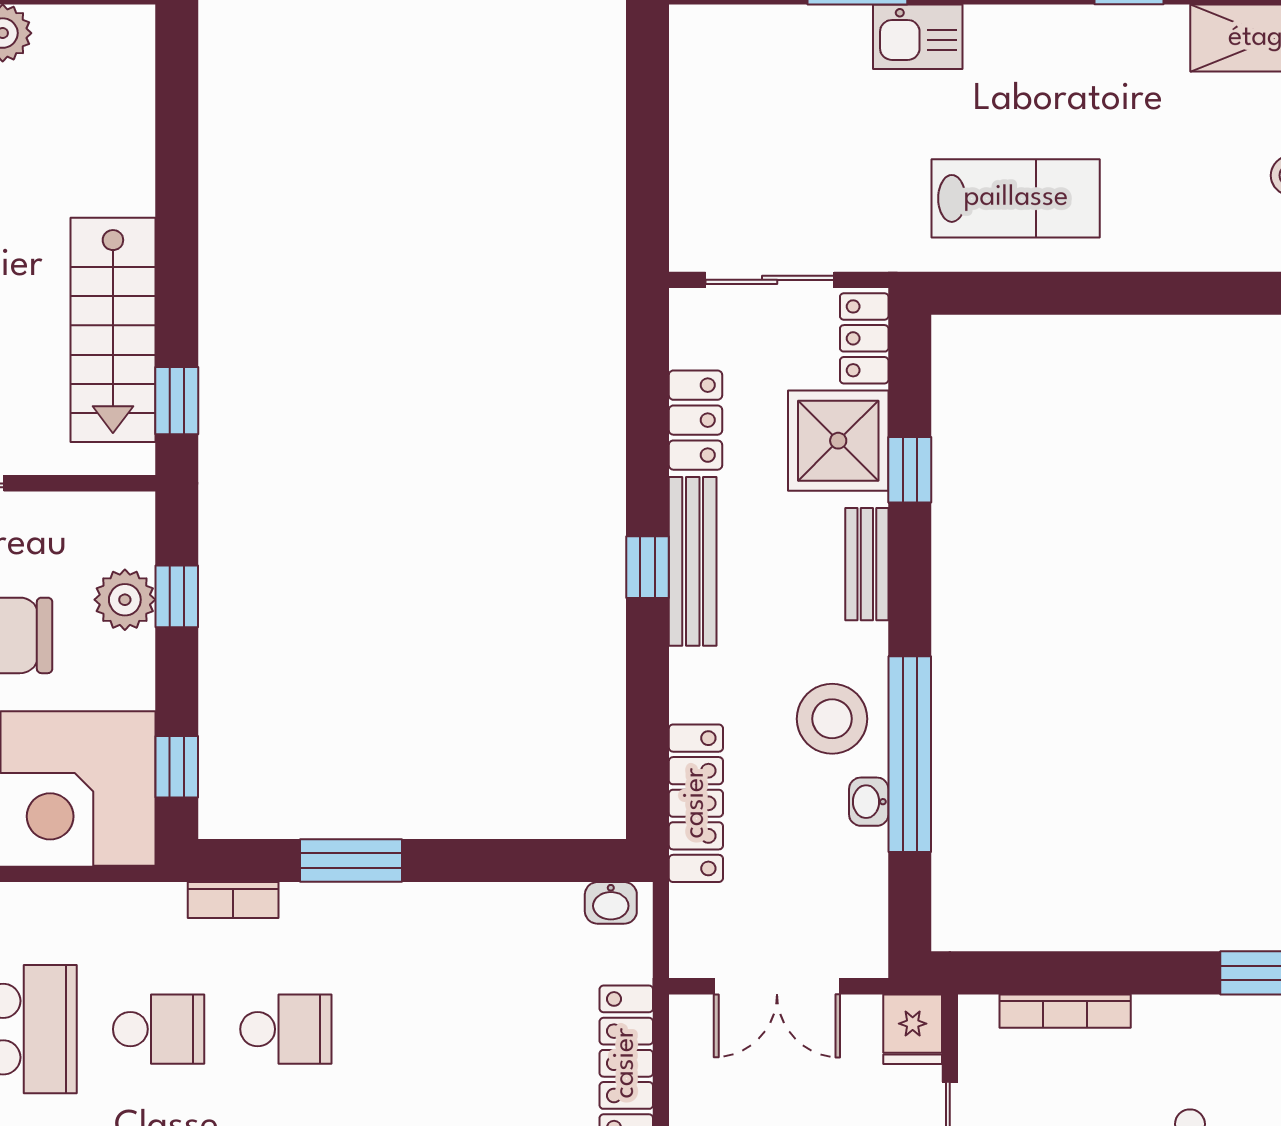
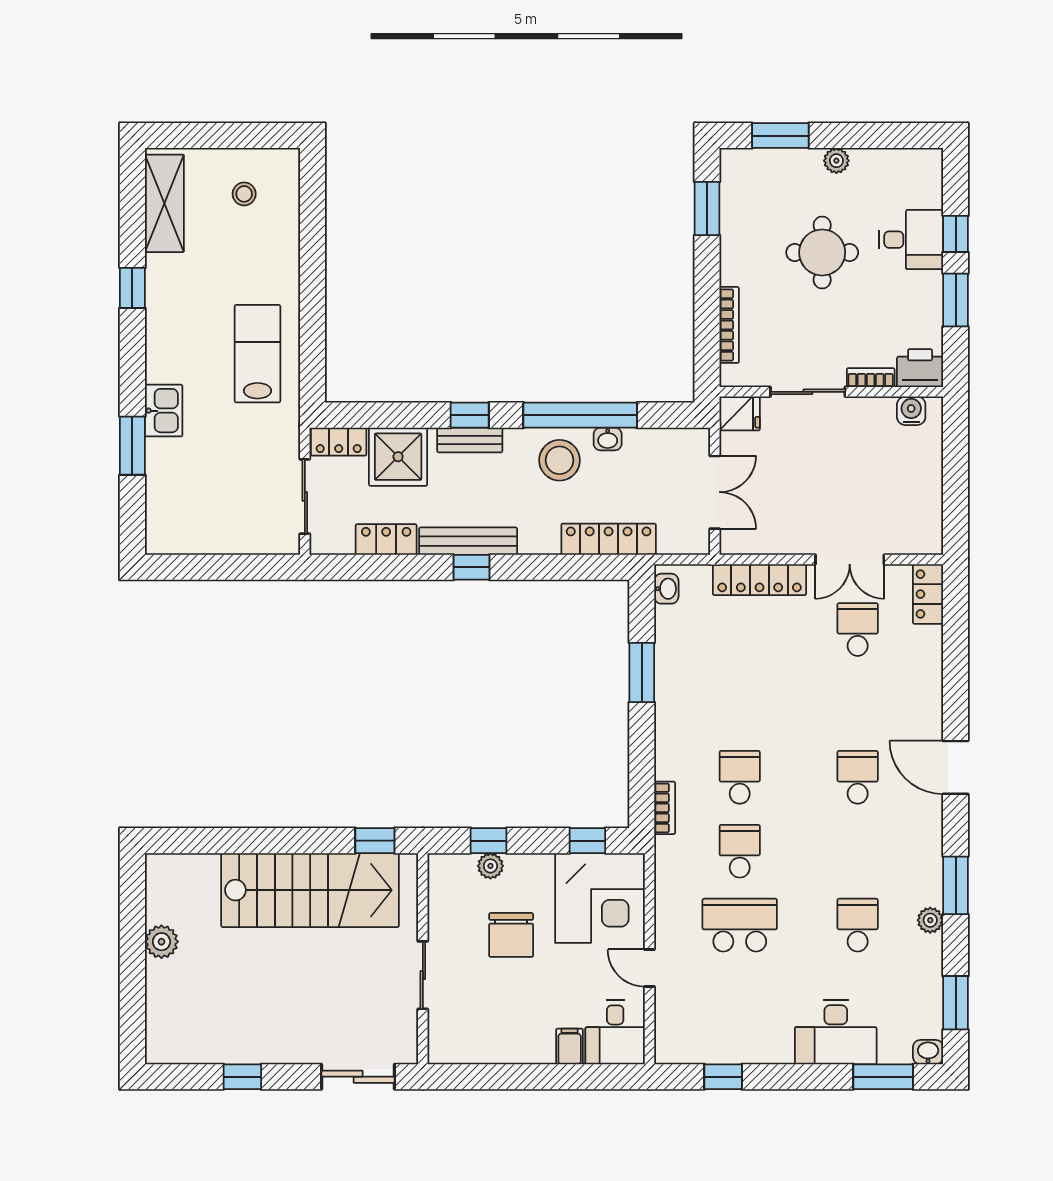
stairs: (113, 330) -> (310, 890), width x1.36, depth x1.51
window: (910, 470) -> (470, 415), moved
plant: (125, 600) -> (490, 866), width x0.73, depth x0.73
window: (351, 861) -> (642, 672), moved

